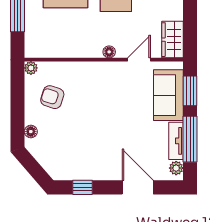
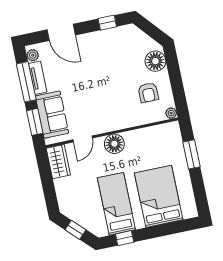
floor lamp: (109, 52) -> (114, 144), width x1.89, depth x1.89
armchair: (52, 97) -> (148, 93), turned 72
floor lamp: (31, 132) -> (155, 61), width x1.89, depth x1.89

